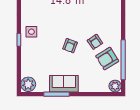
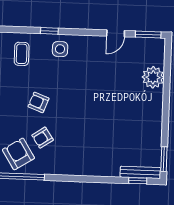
coffee table: (36, 59) -> (22, 54), added

